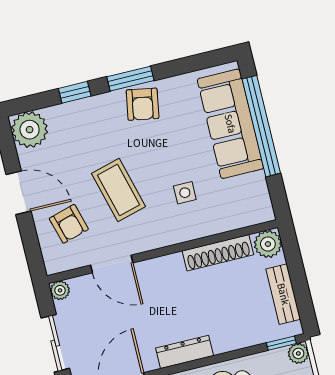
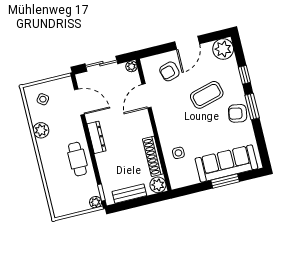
window: (261, 126) -> (225, 181), width x0.47
coffee table: (119, 190) -> (207, 95), moved
side table: (185, 193) -> (178, 153), moved

